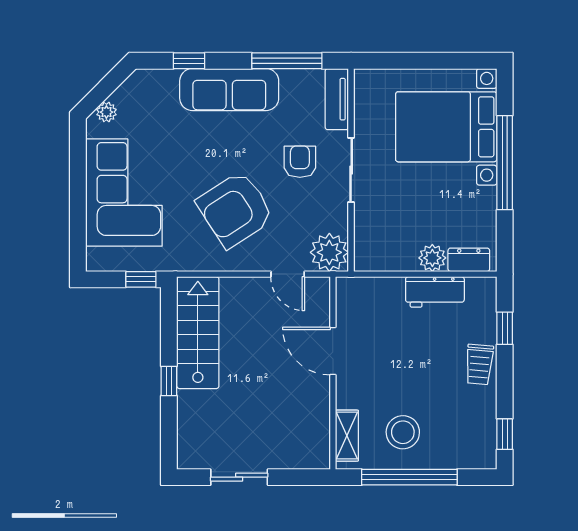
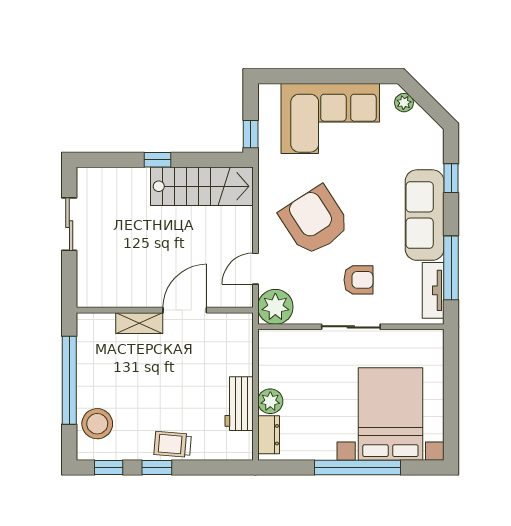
tv unit: (337, 99) -> (433, 290), moved, turned -90
window: (505, 328) -> (157, 468), moved
stool: (403, 432) -> (97, 424), moved
shelving: (347, 436) -> (139, 323), moved

